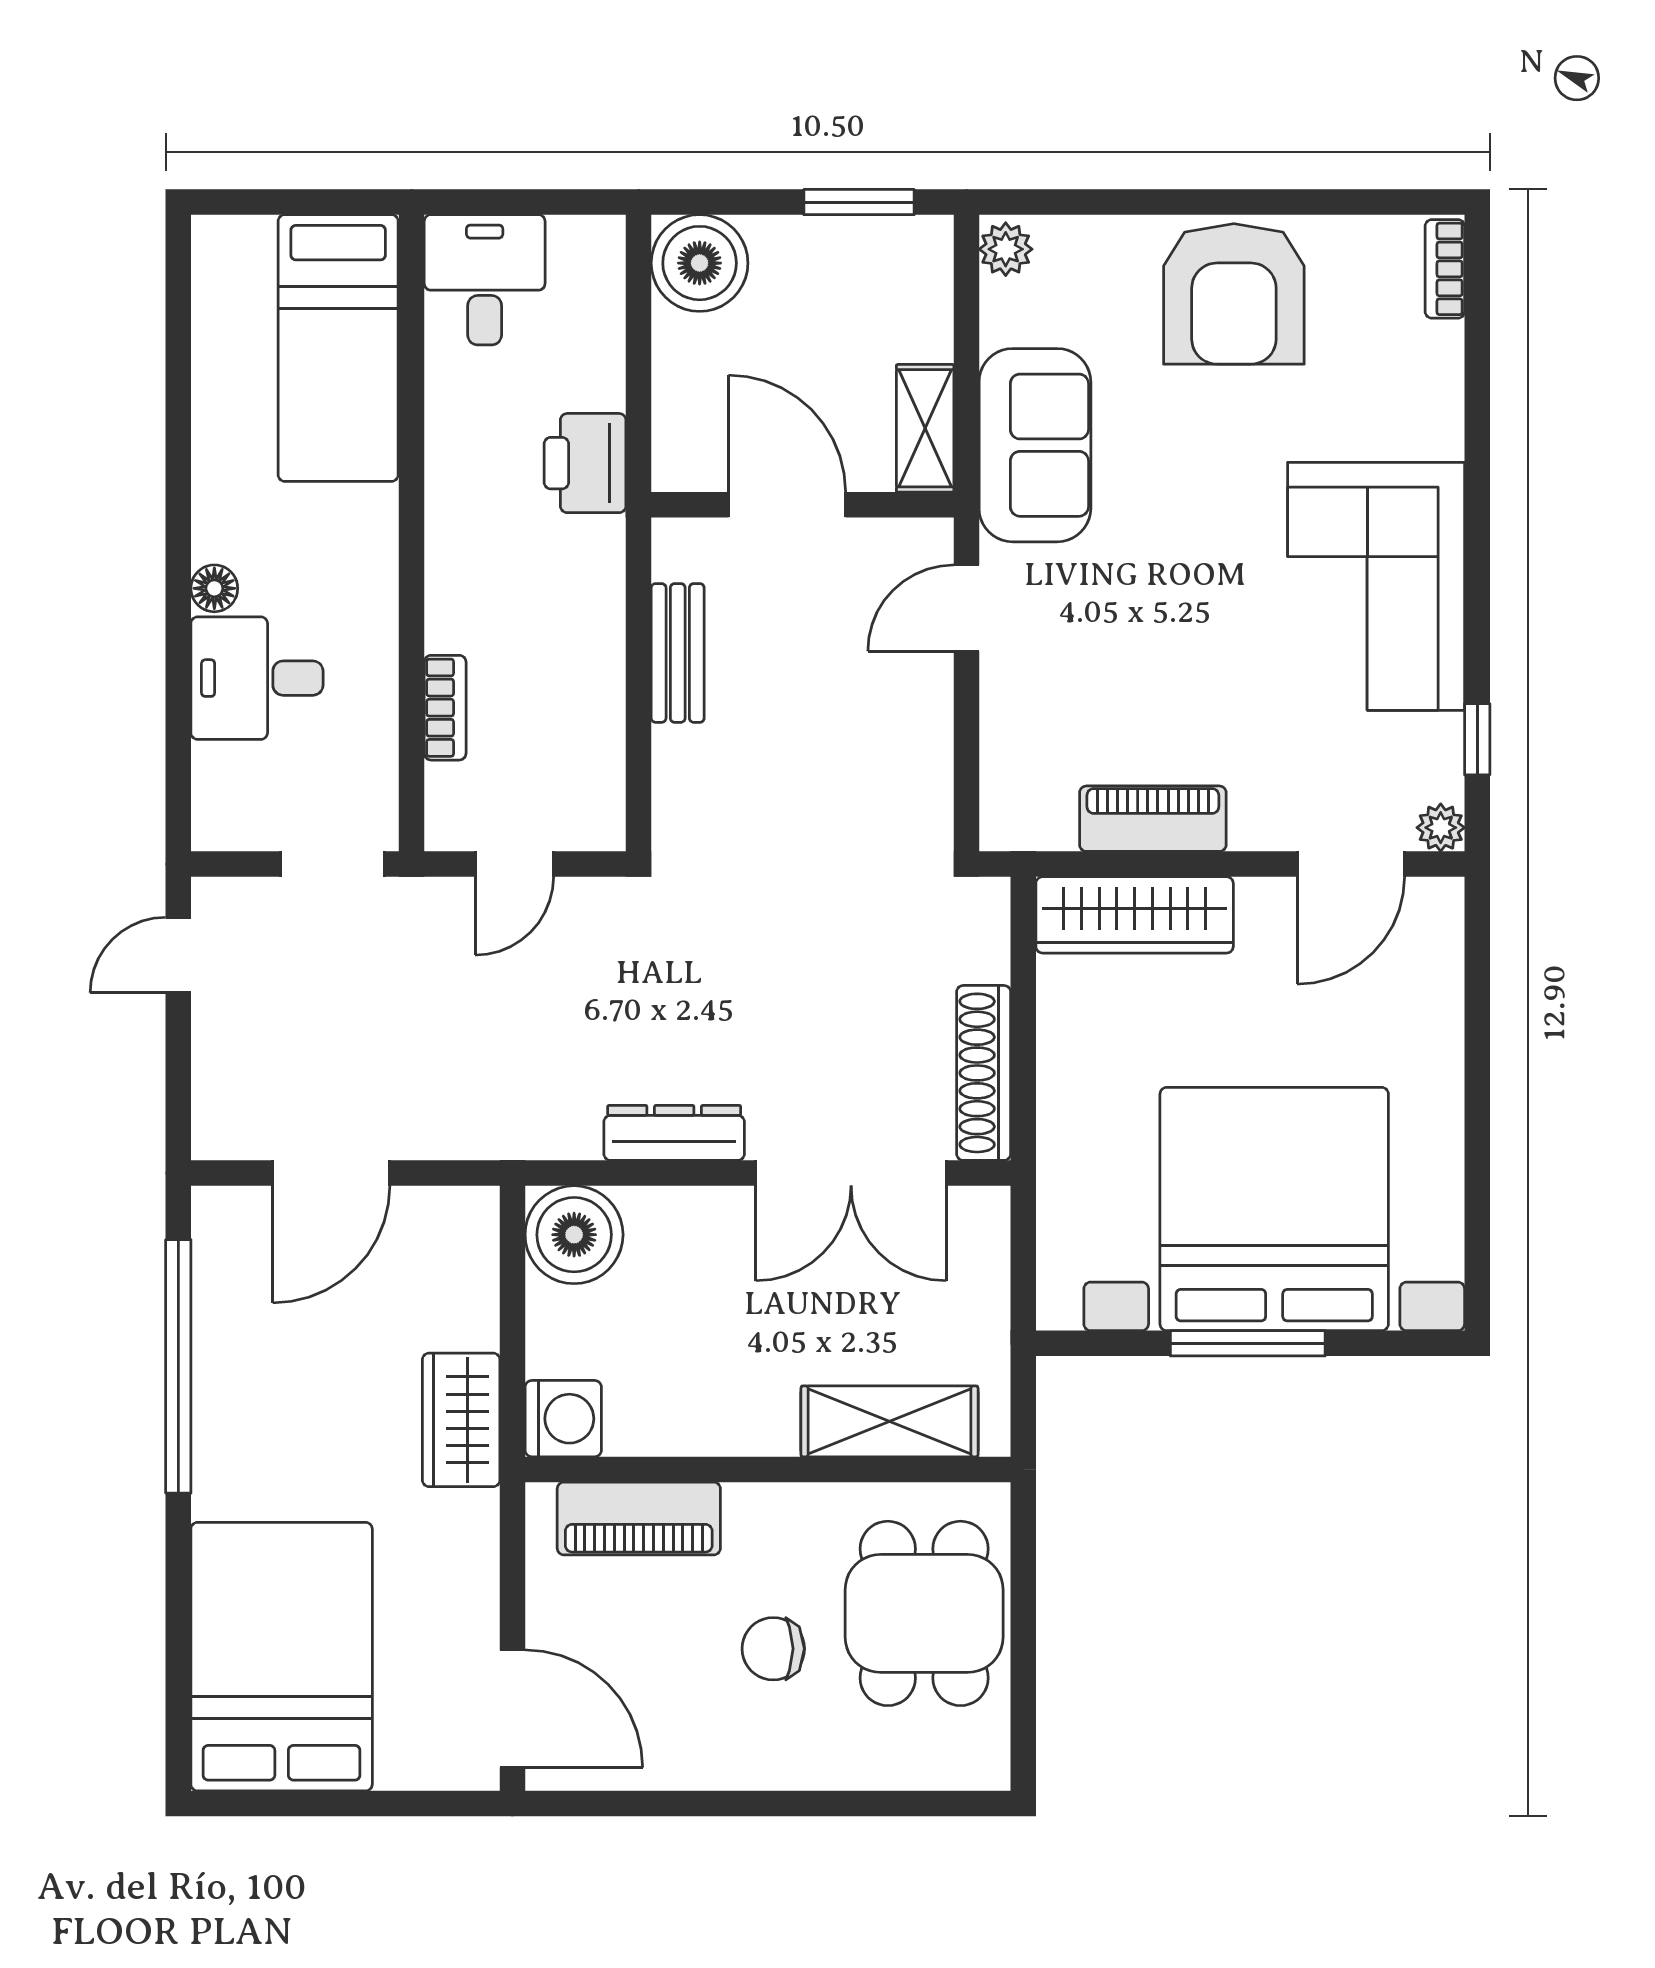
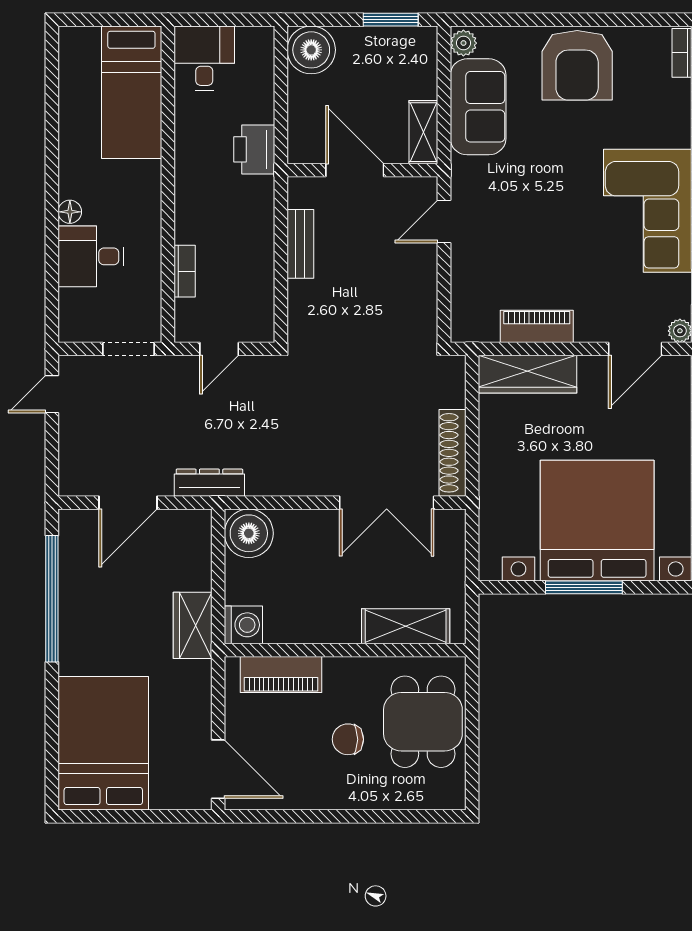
sofa: (1035, 445) -> (478, 107), moved
dresser: (674, 1133) -> (209, 483), moved

